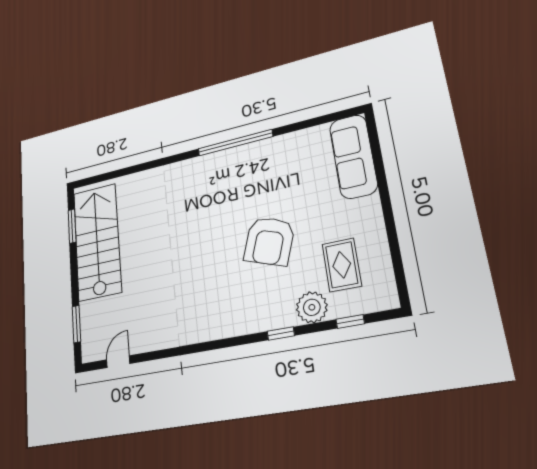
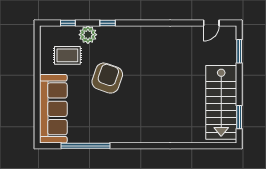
window: (235, 143) -> (85, 146), moved
sofa: (353, 156) -> (53, 109), width x1.36, depth x1.27
rug: (342, 265) -> (67, 55), turned 90

